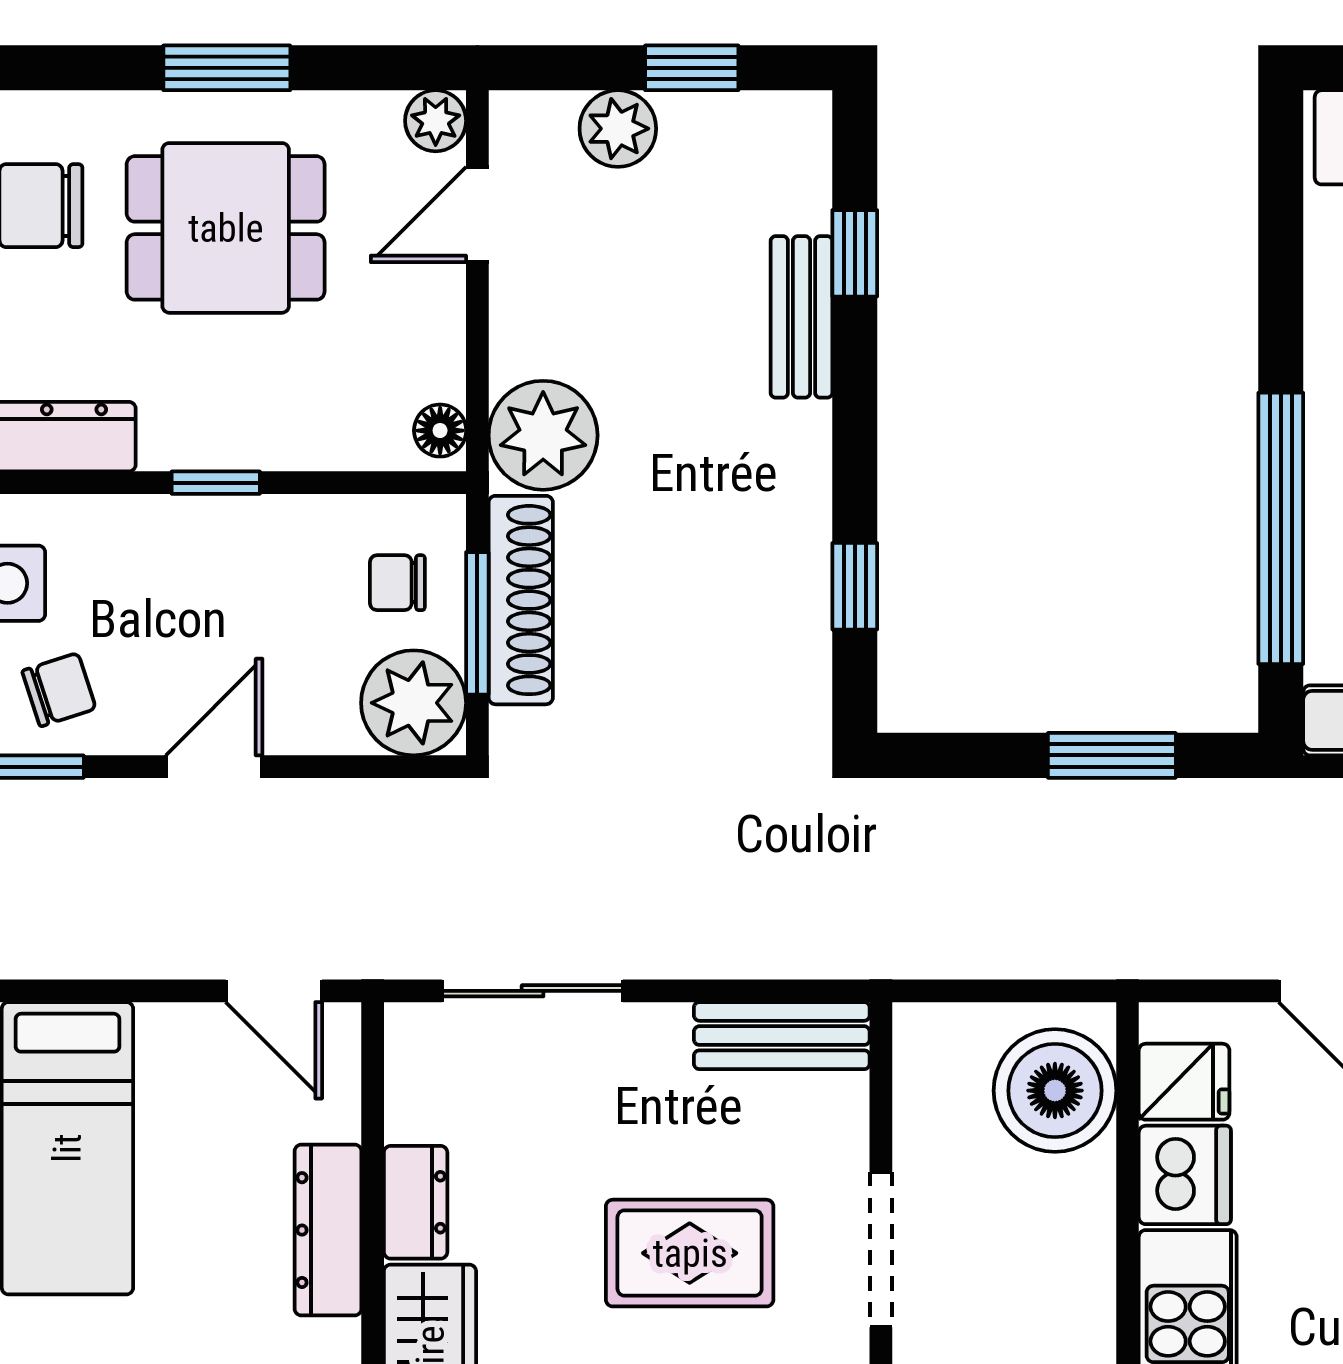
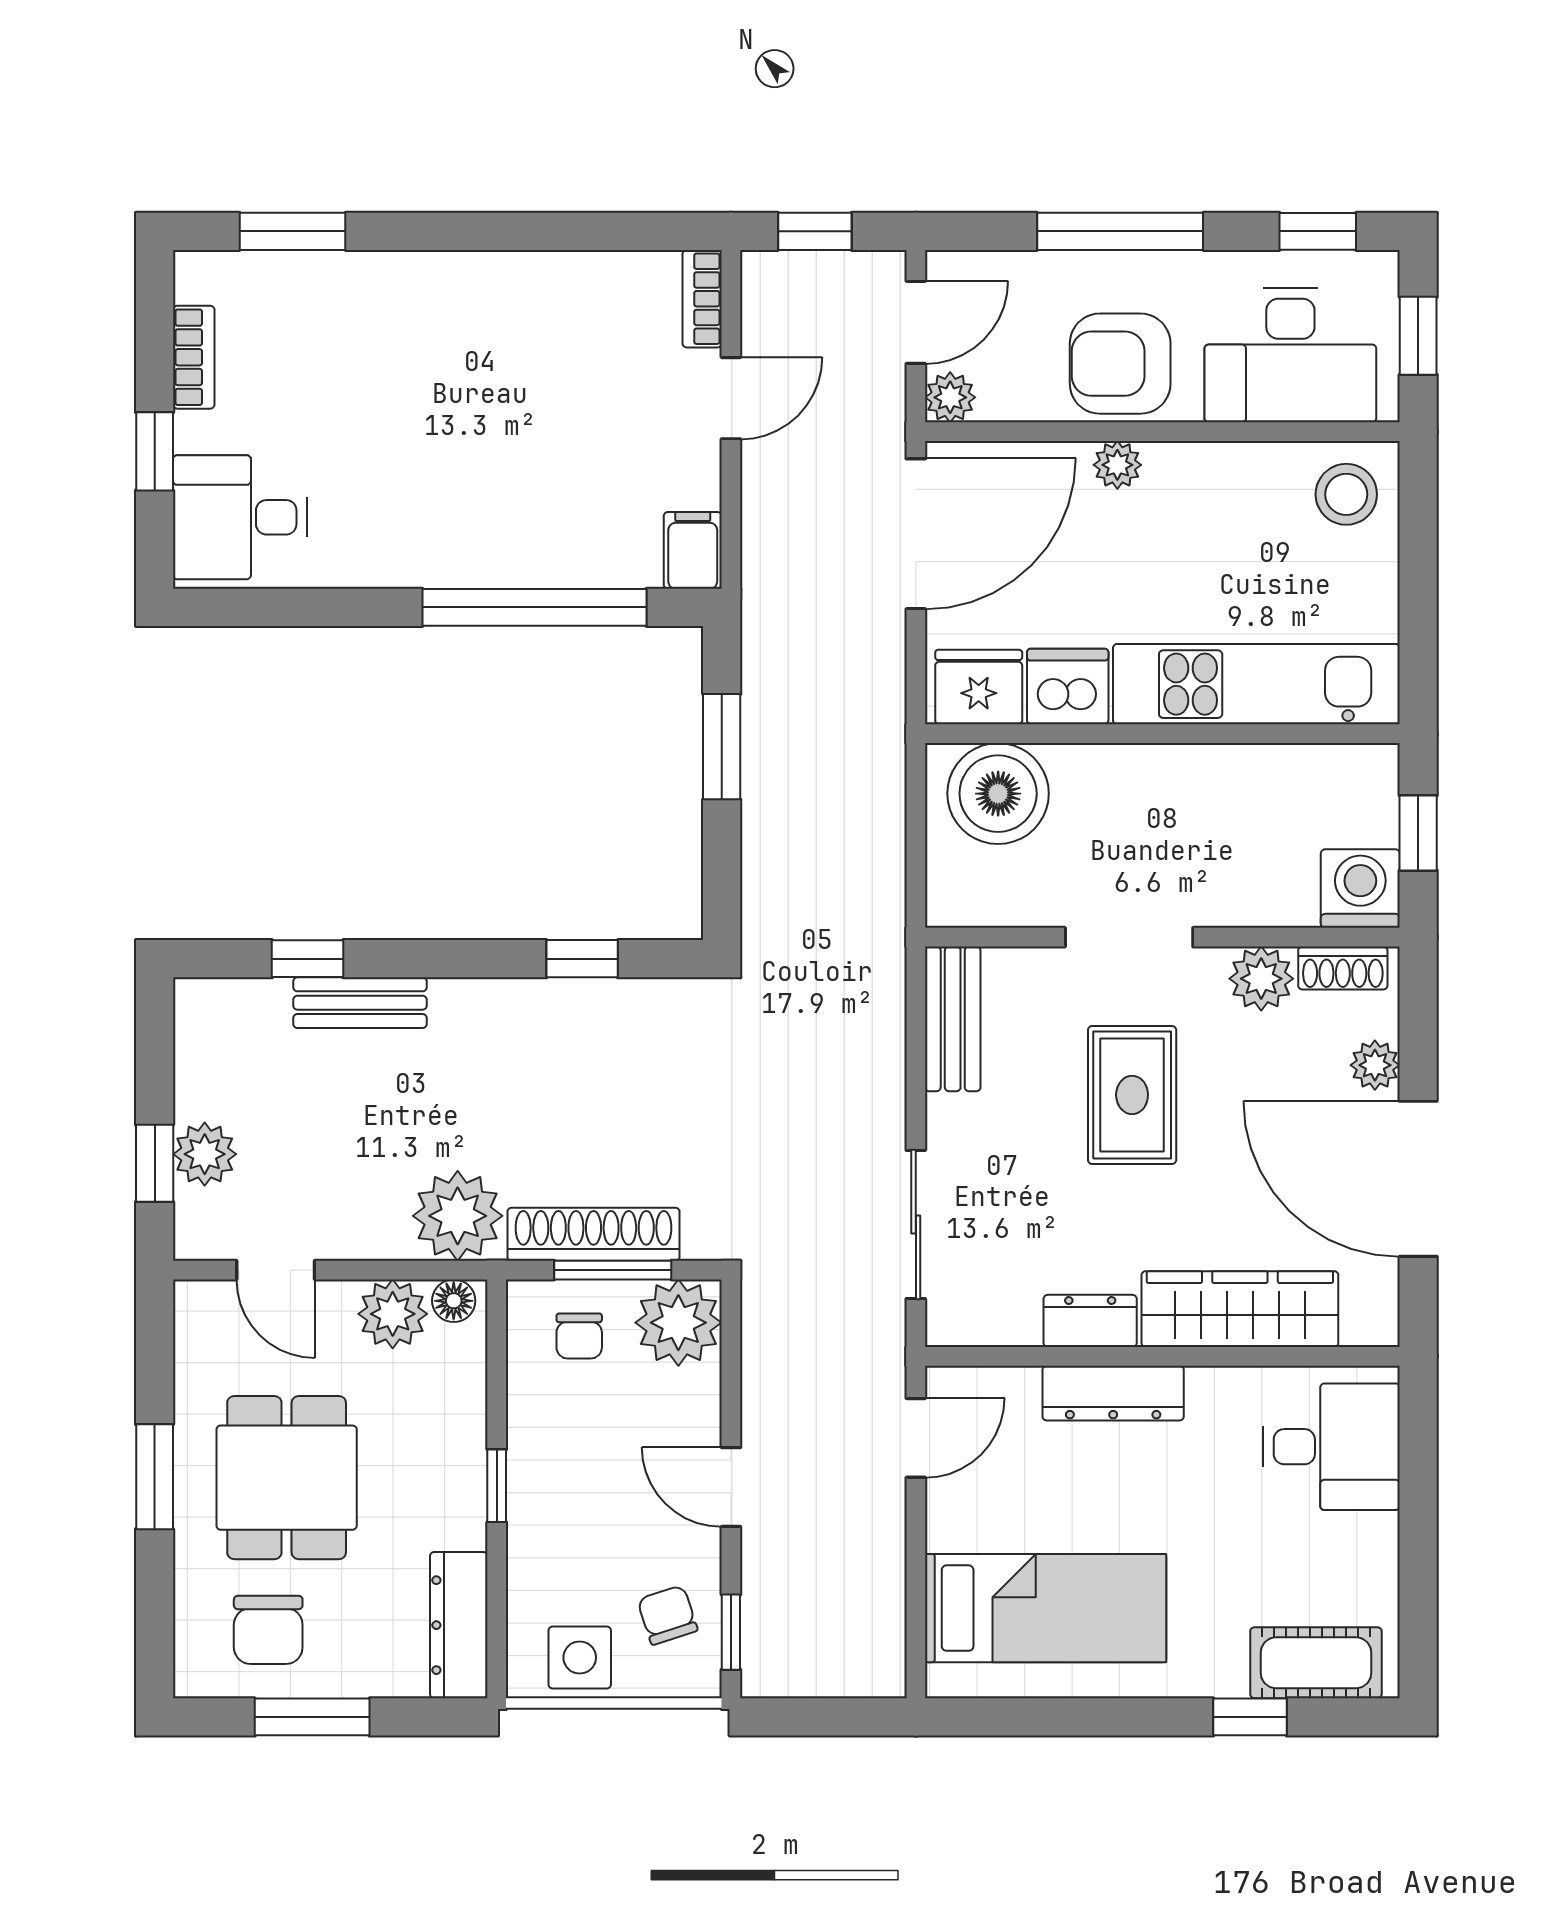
window: (692, 68) -> (155, 1163), moved
plant: (436, 121) -> (393, 1314), moved, width x1.38, depth x1.38
fridge: (1184, 1082) -> (979, 687), width x1.38

